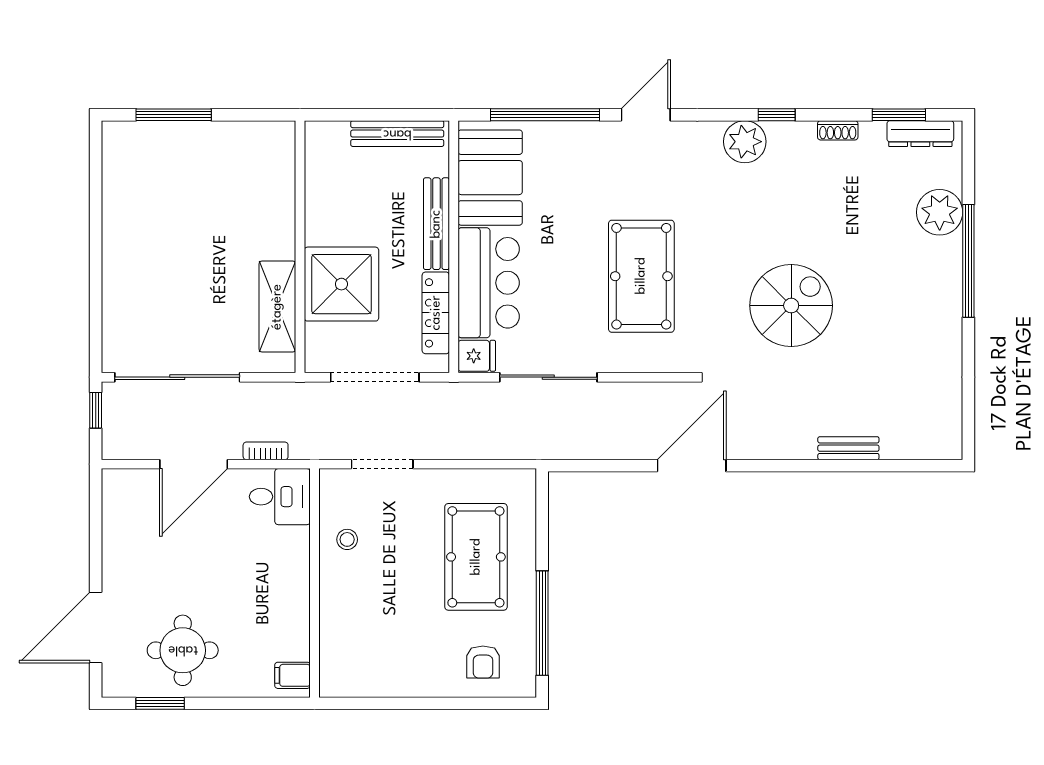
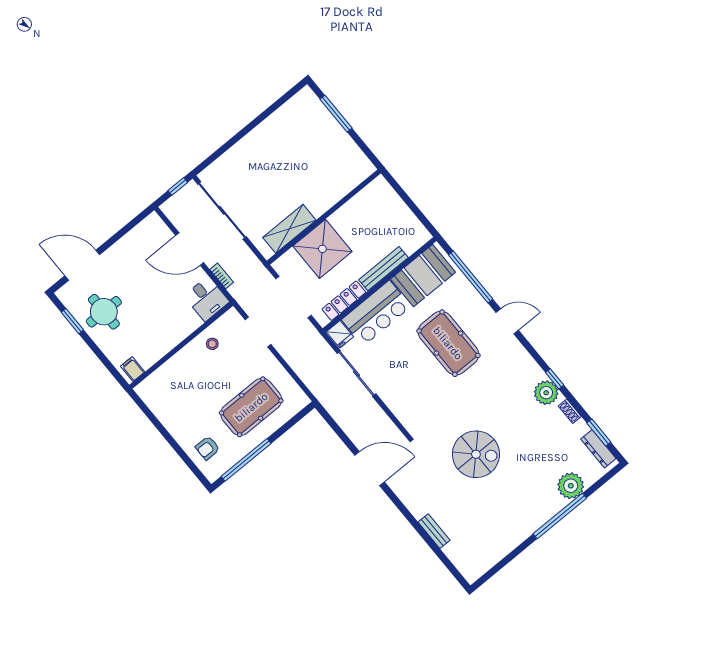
bench: (397, 134) -> (409, 219), removed
plant: (745, 142) -> (546, 393), moved
pool table: (641, 276) -> (448, 343), moved, turned 90

